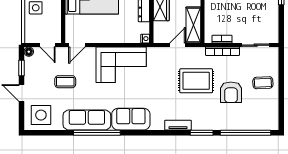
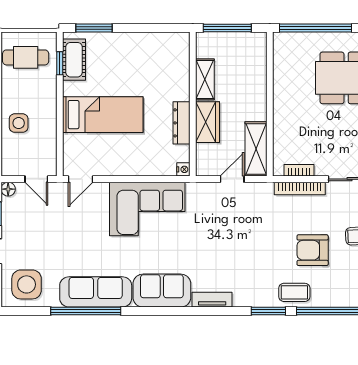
rug: (196, 81) -> (260, 233), removed
coffee table: (65, 82) -> (294, 292), moved
armchair: (231, 92) -> (313, 250), turned 90
tv unit: (178, 125) -> (212, 300), moved
window: (97, 133) -> (86, 311), moved

